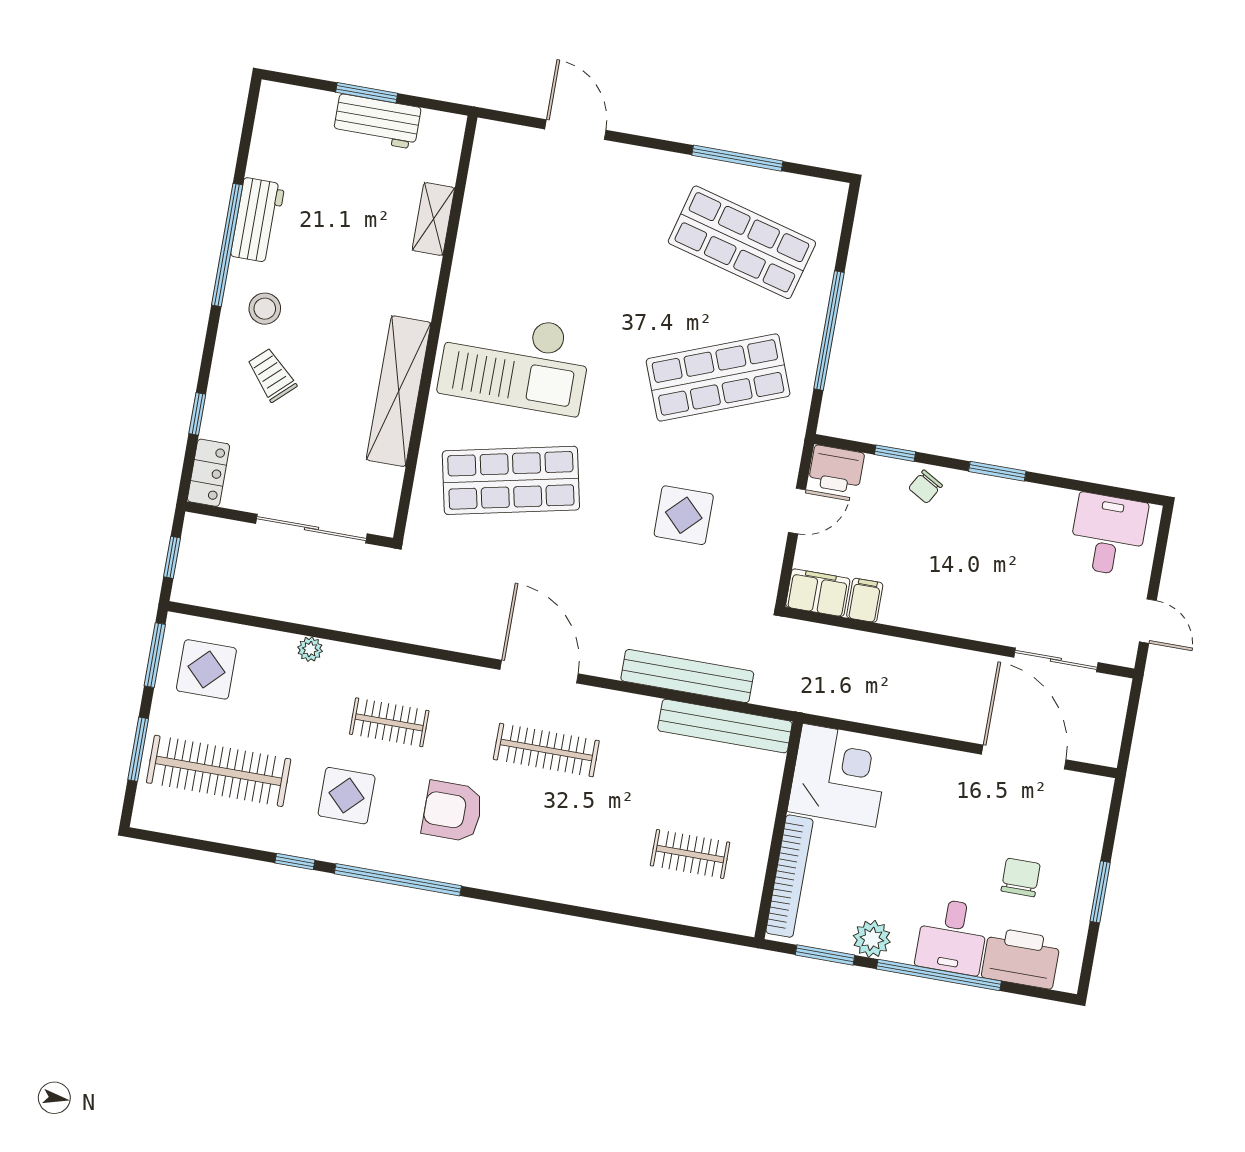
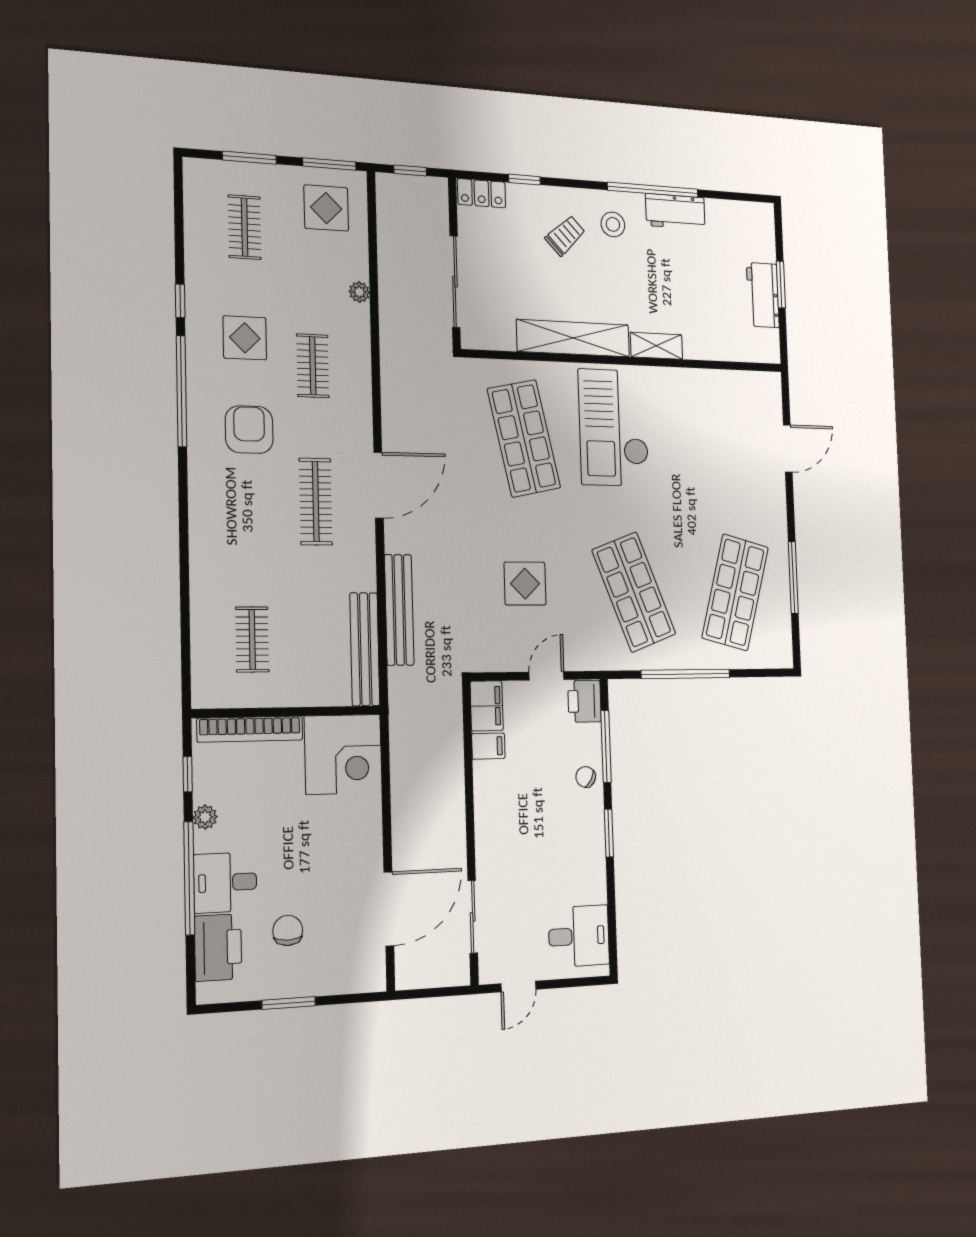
shelving: (433, 219) -> (656, 346), moved
window: (895, 453) -> (606, 747), width x2.17
door: (797, 511) -> (547, 676), swing flipped
clothes rail: (219, 771) -> (245, 227), width x0.54, depth x0.76
chair: (1021, 877) -> (288, 930), turned -90
plant: (872, 939) -> (205, 817), width x0.73, depth x0.73
window: (825, 955) -> (188, 774), width x0.67

